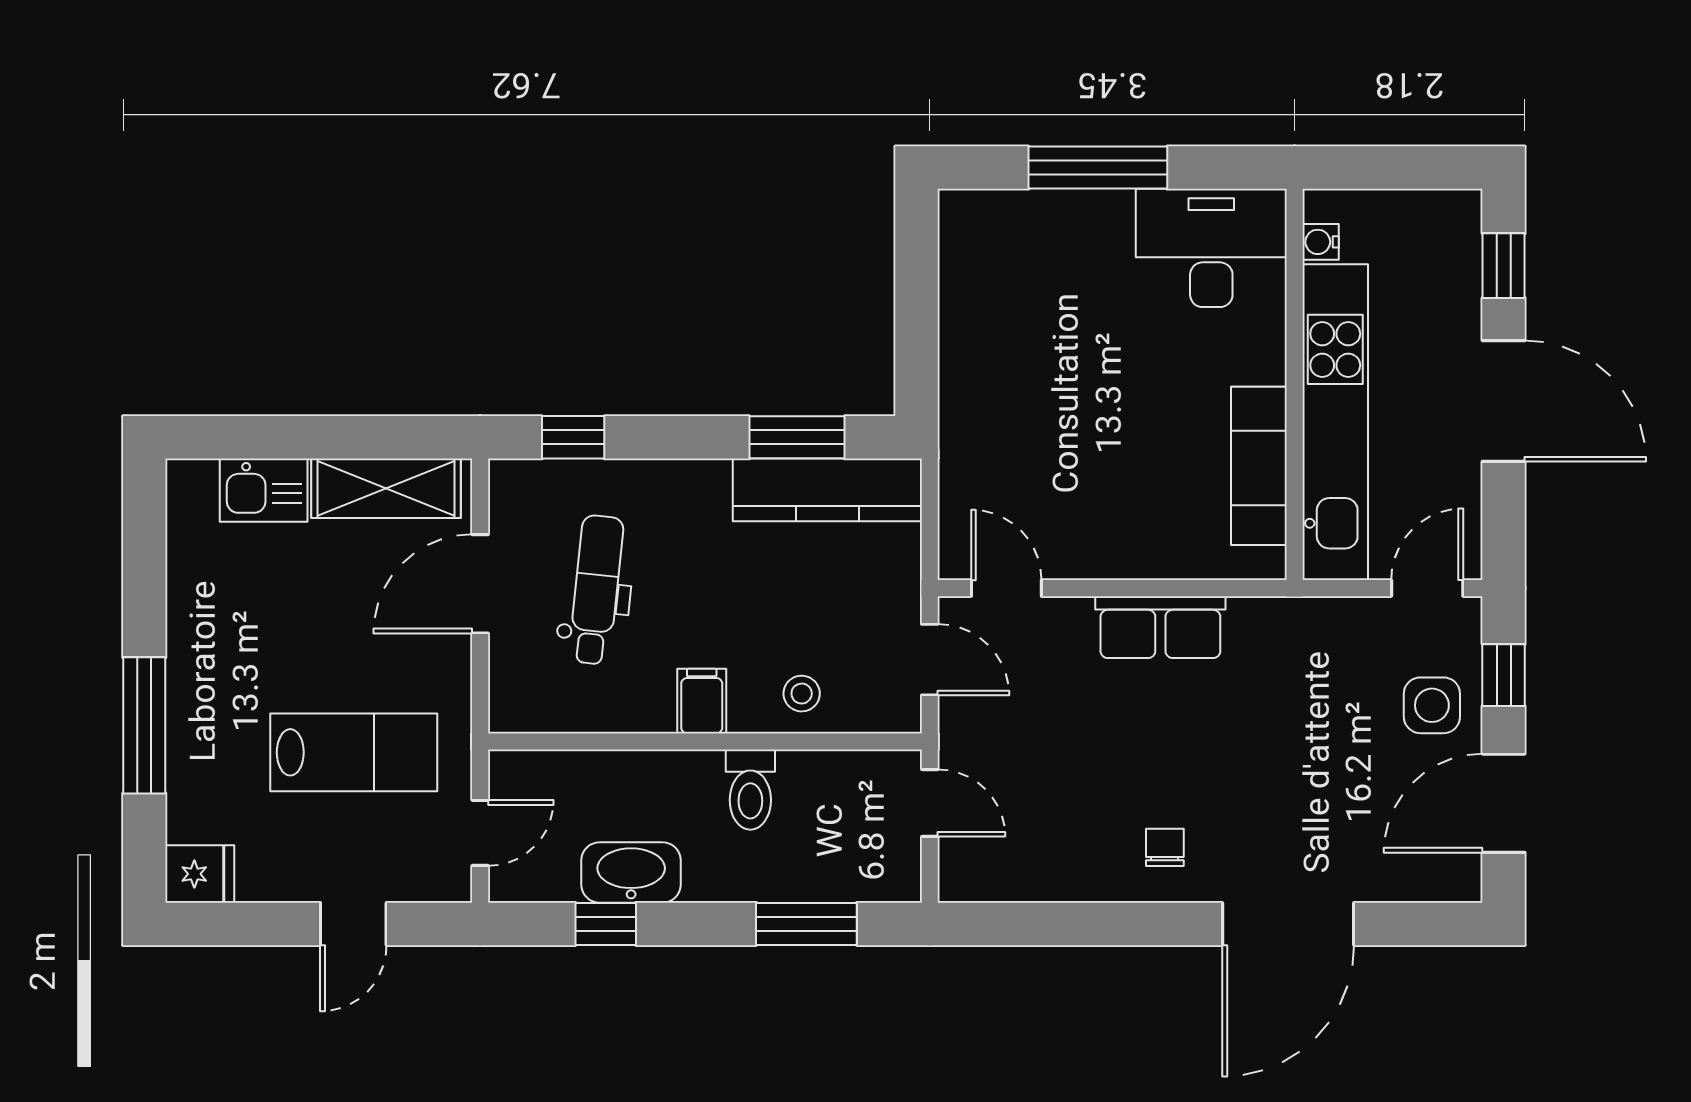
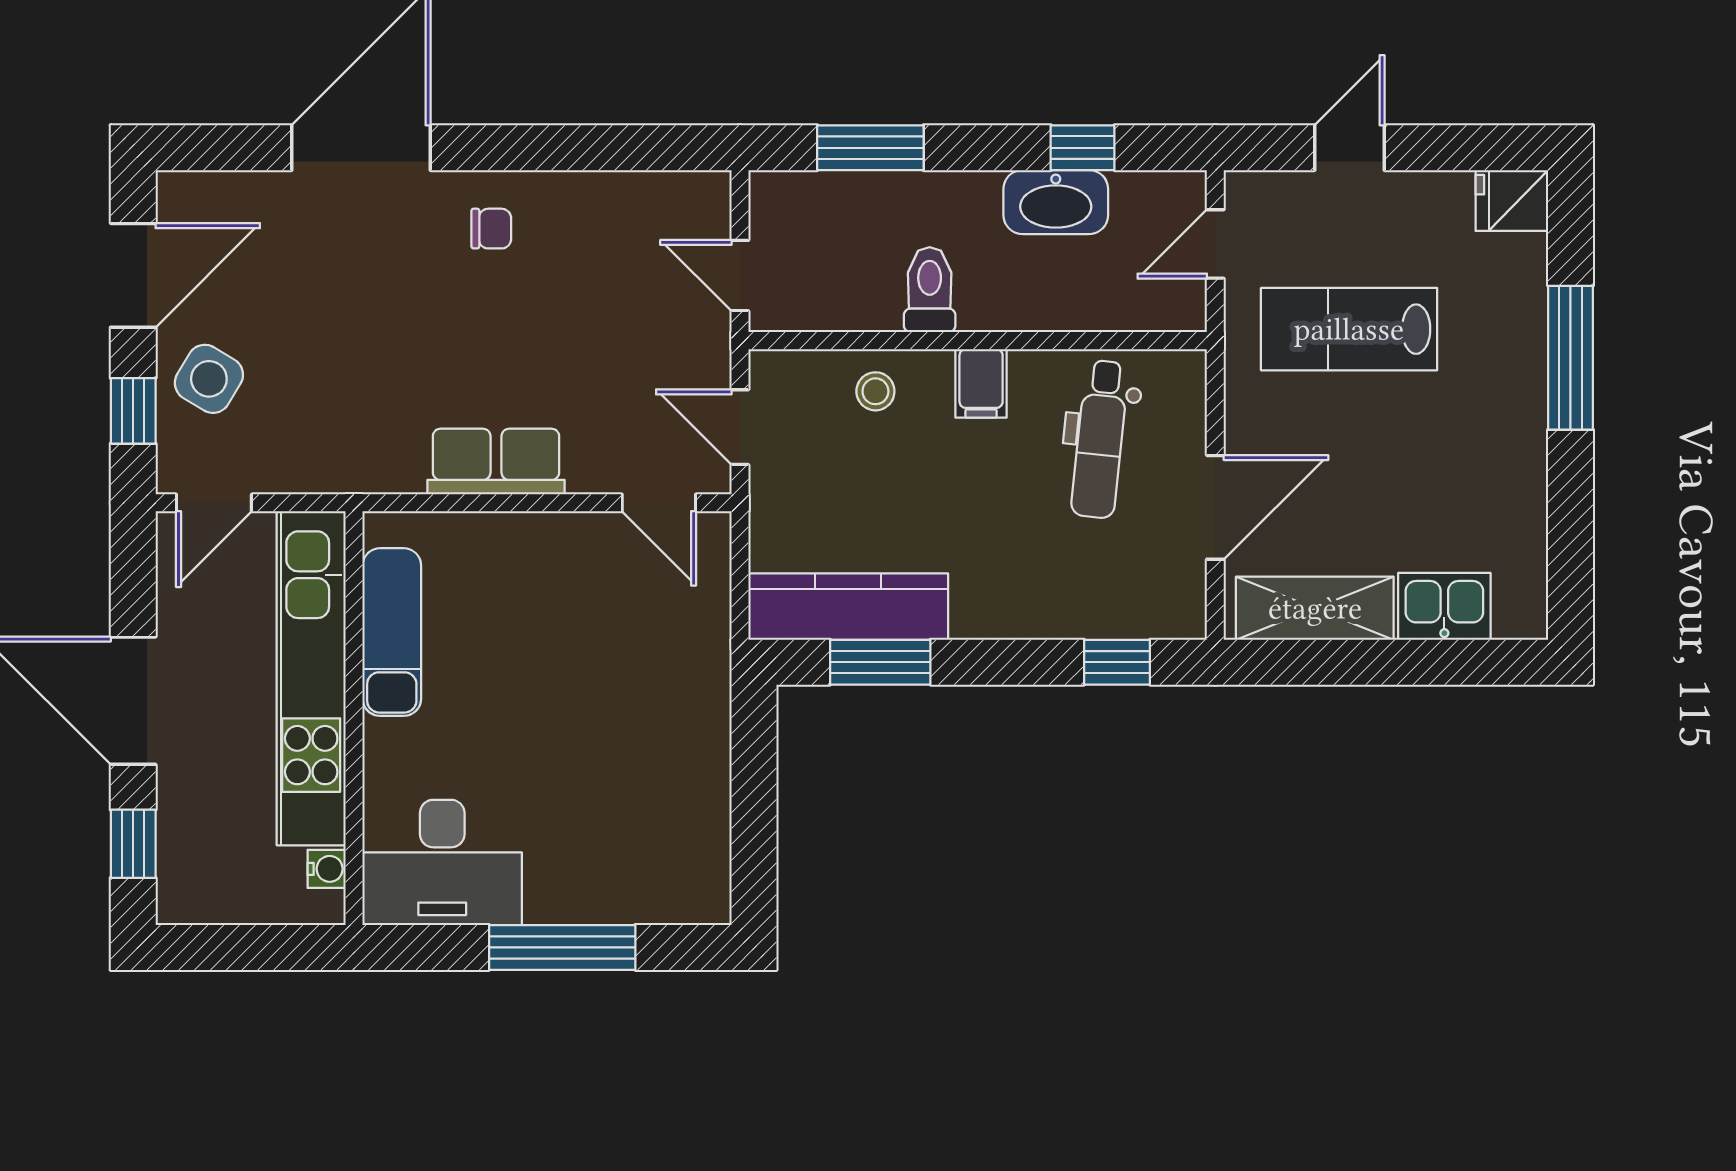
dental chair: (596, 590) -> (1100, 439), moved
side table: (1432, 705) -> (209, 379), turned 31
chair: (1165, 847) -> (491, 229), turned -90

